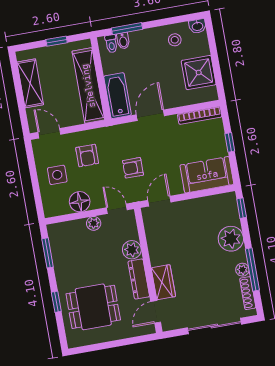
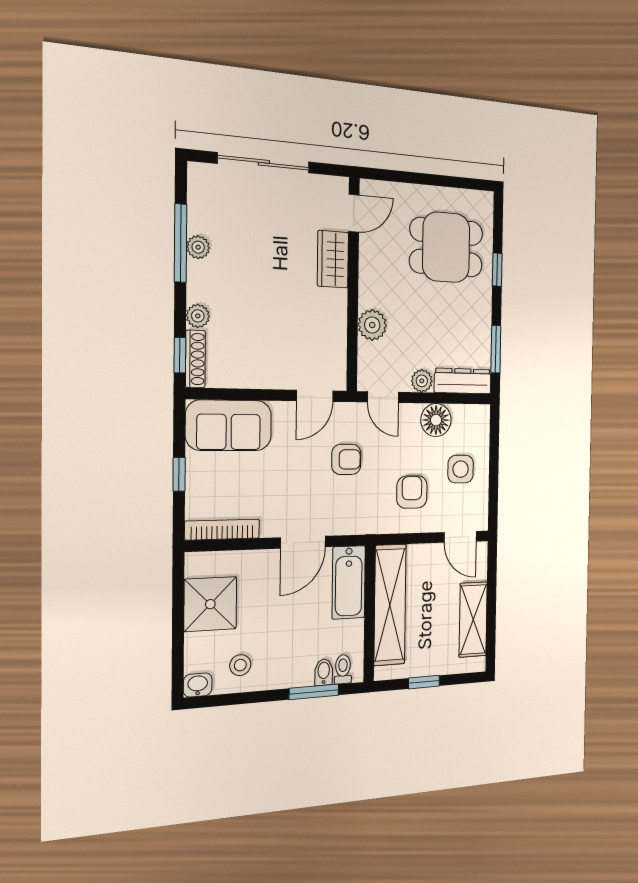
plant: (231, 239) -> (198, 316), width x0.53, depth x0.53
dresser: (139, 279) -> (463, 381), moved, turned -90
shoe rack: (248, 293) -> (195, 359), moved

